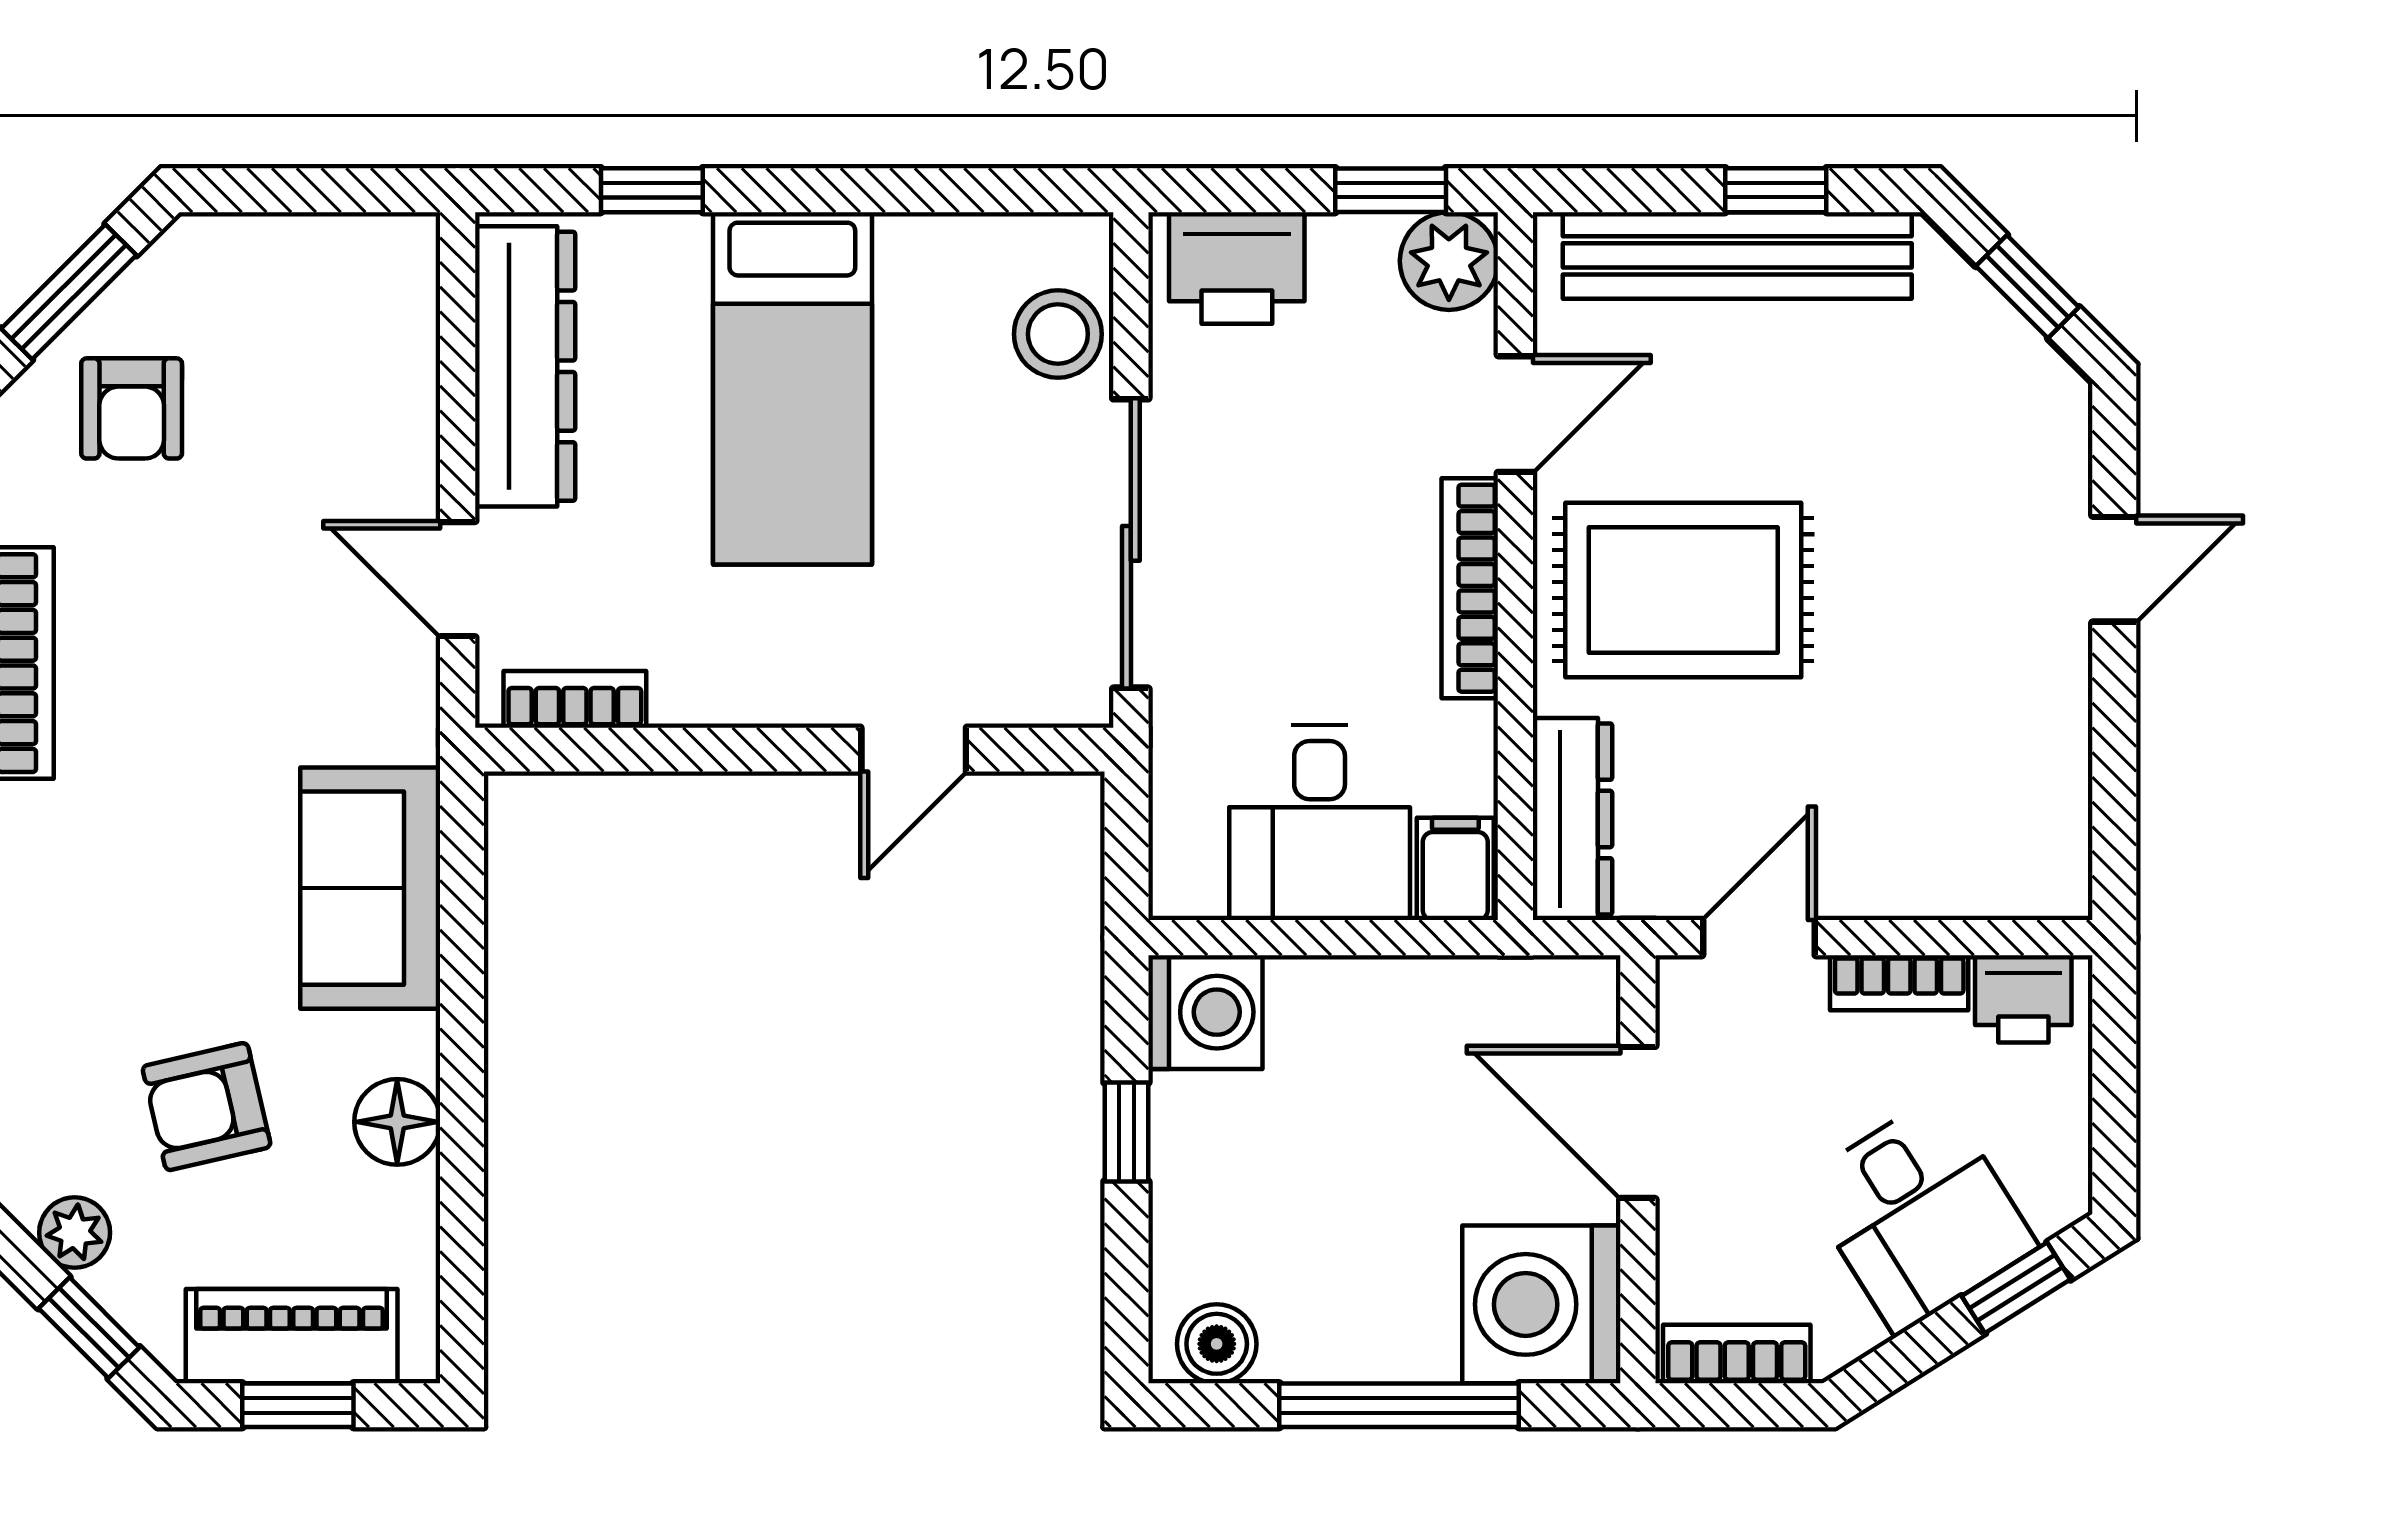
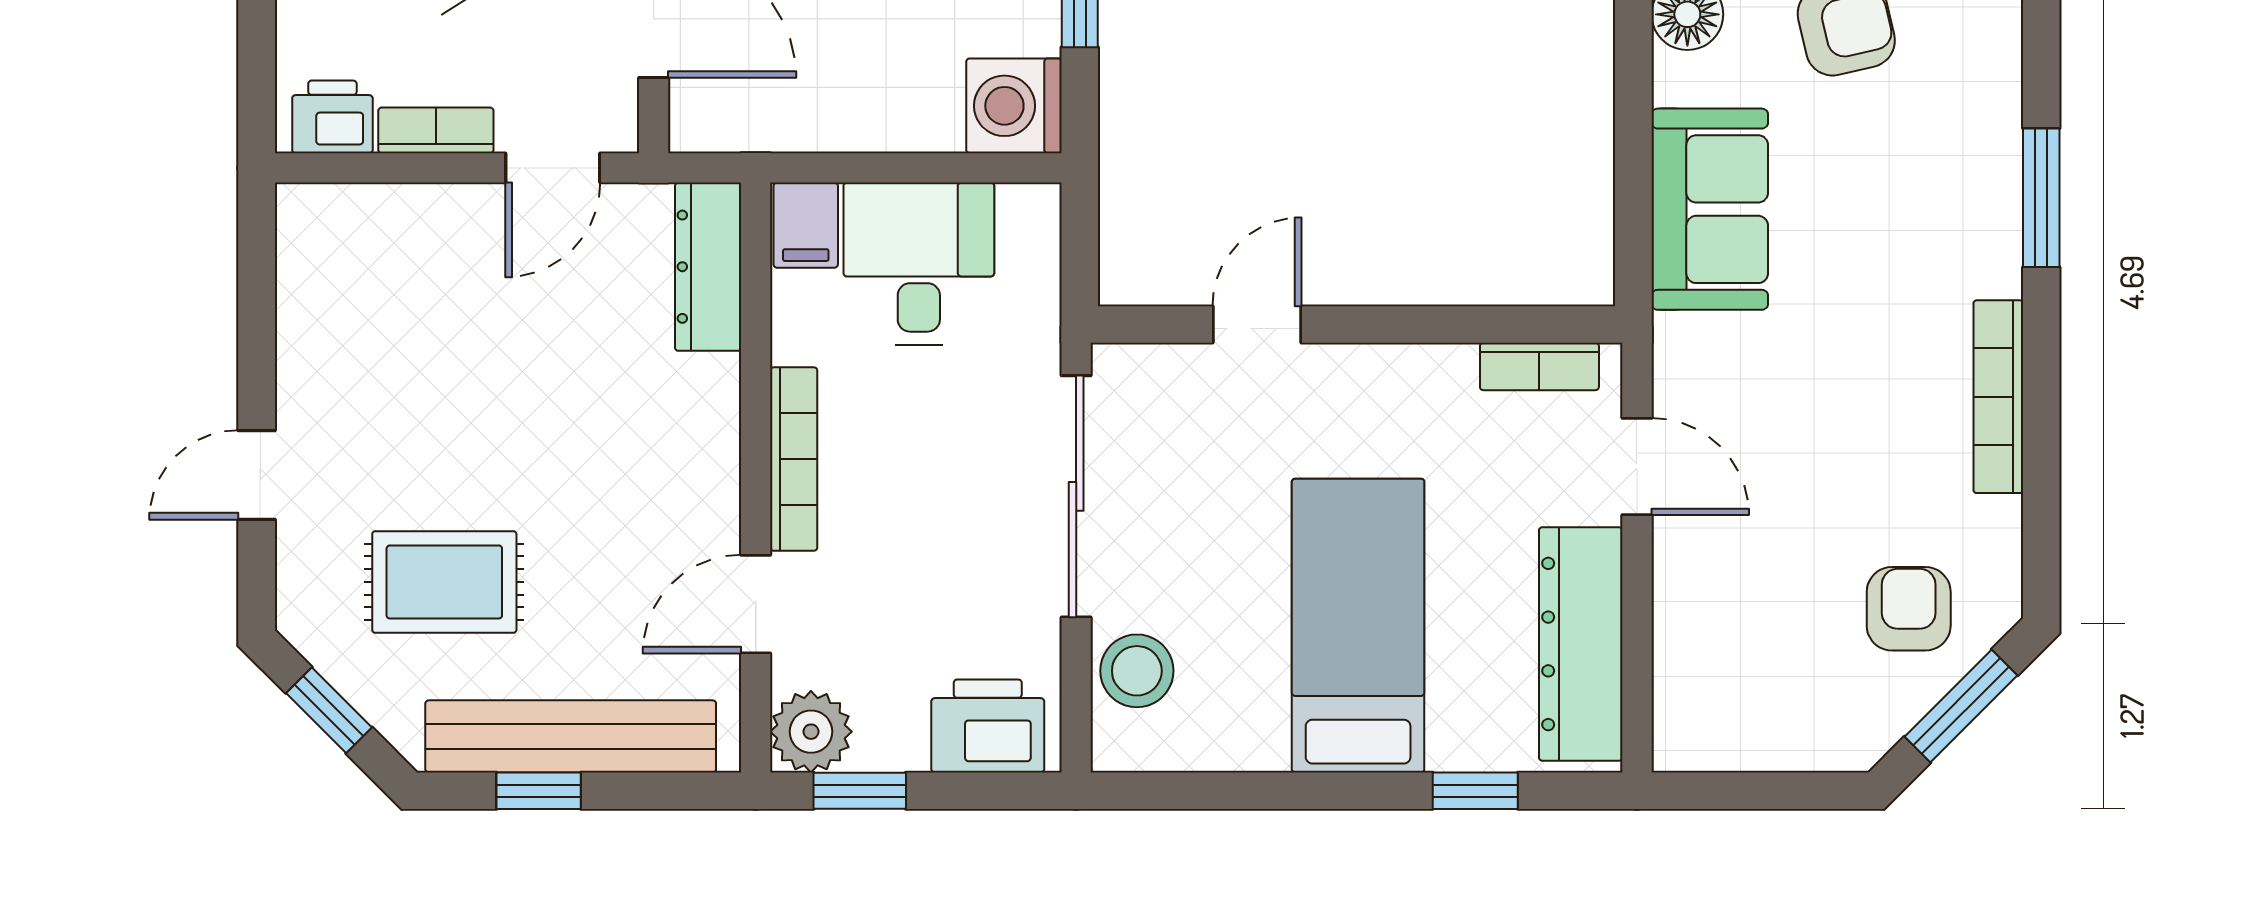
rug: (1683, 590) -> (444, 582), moved, width x0.73, depth x0.70

